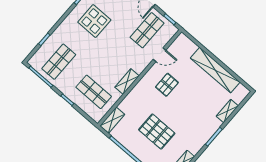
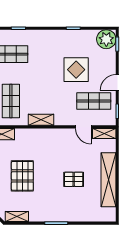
display table: (94, 21) -> (76, 70), moved
pallet: (167, 85) -> (74, 179), moved
shelving: (227, 111) -> (104, 134), moved

